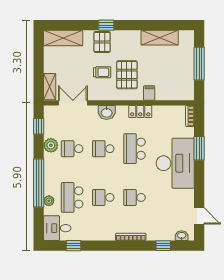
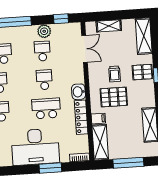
shelving: (50, 87) -> (109, 26), moved
shelving: (175, 93) -> (100, 142), added
locker: (140, 111) -> (81, 117), width x1.53
washbasin: (107, 112) -> (79, 92), moved

